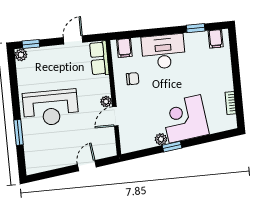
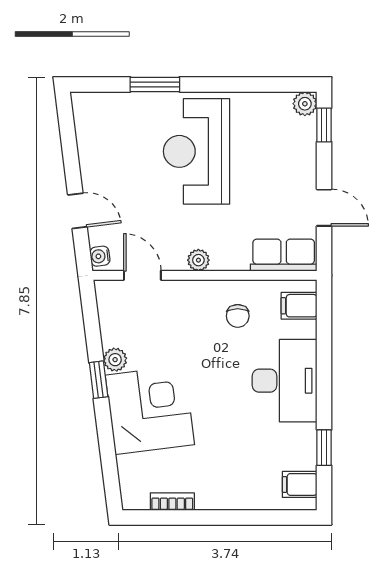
door: (115, 116) -> (142, 275), moved
water cooler: (109, 152) -> (100, 256), added

